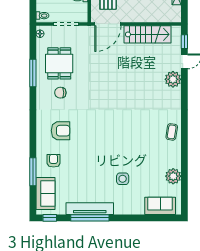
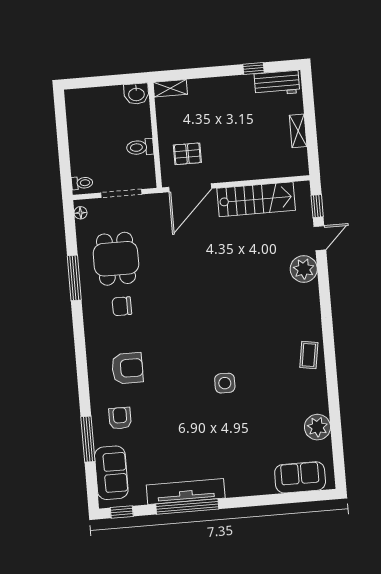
side table: (123, 179) -> (225, 383), moved

